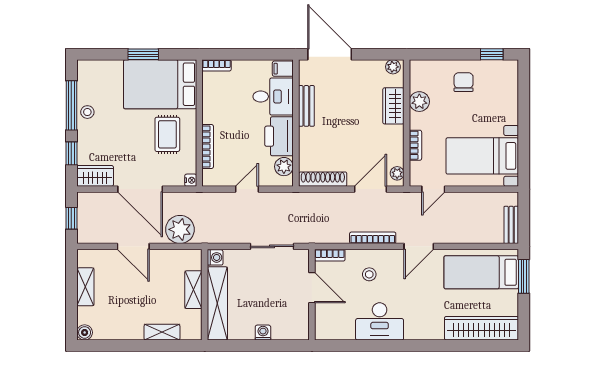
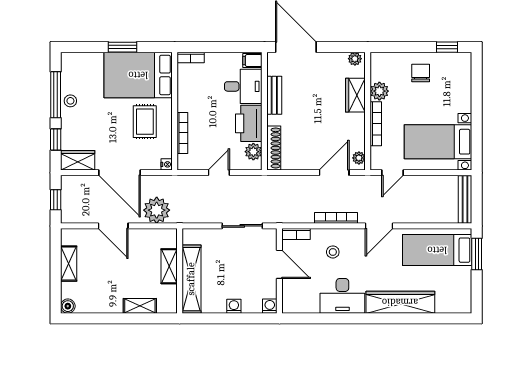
bookcase: (415, 145) -> (376, 124), width x1.56
shoe rack: (323, 179) -> (274, 148), moved, turned 90
bench: (511, 225) -> (465, 200), width x1.36
washing machine: (215, 257) -> (270, 306), moved, turned -90
wardrobe: (482, 328) -> (400, 302), moved

